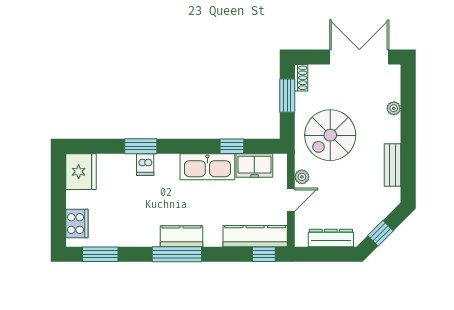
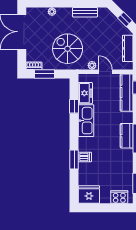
spiral stairs: (330, 135) -> (68, 49), turned 180

